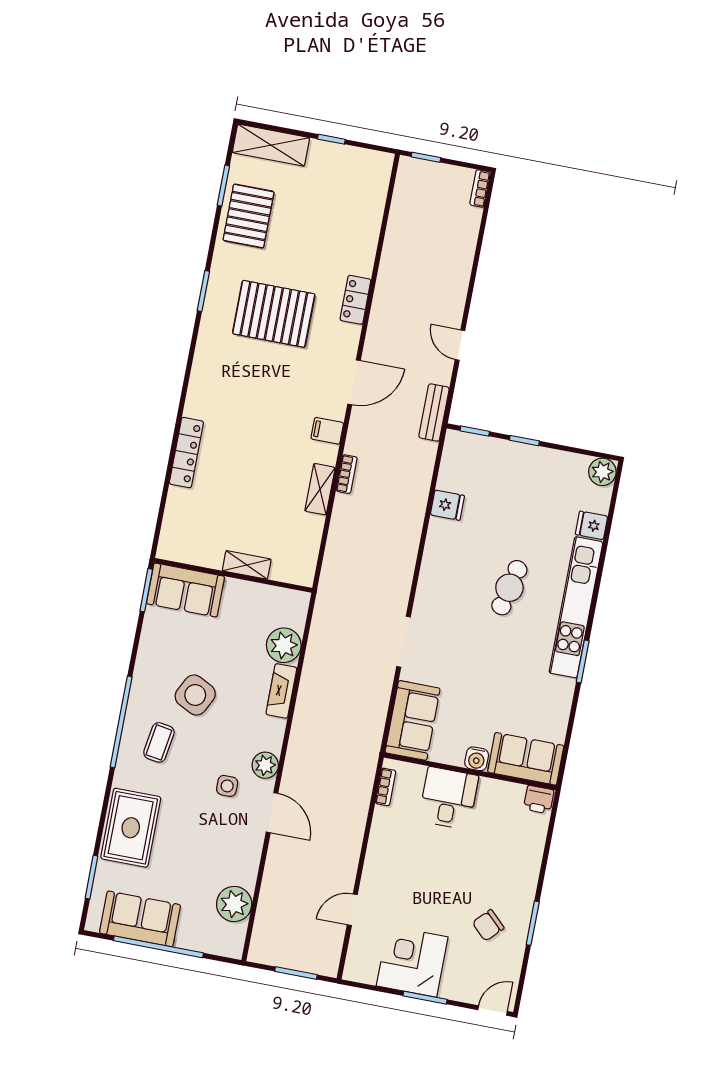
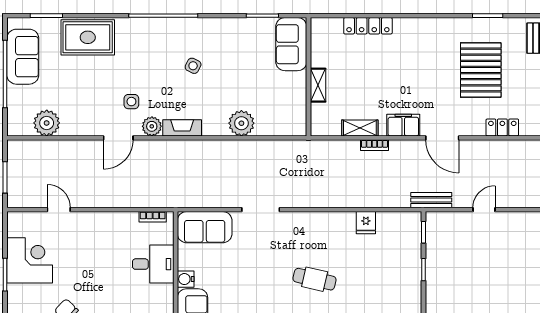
filing cabinet: (327, 431) -> (403, 125), width x2.00
shelving: (247, 565) -> (318, 85), moved
wall: (233, 575) -> (309, 77), moved
sofa: (185, 590) -> (291, 44), moved
fireplace: (281, 691) -> (182, 128), moved
side table: (195, 695) -> (193, 66), width x0.54, depth x0.54
coffee table: (159, 742) -> (154, 46), removed

